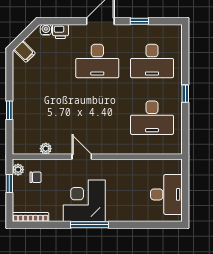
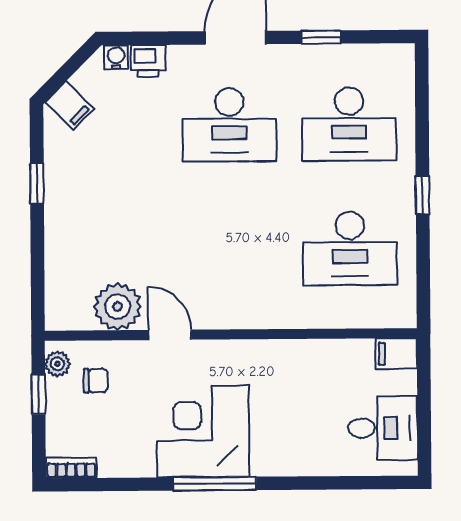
window: (9, 110) -> (37, 184), moved
plant: (46, 149) -> (118, 307), width x1.87, depth x1.87
door: (82, 157) -> (170, 335), moved
filing cabinet: (173, 166) -> (396, 354), added
desk: (166, 194) -> (383, 428), width x0.73
bookcase: (31, 217) -> (71, 468), width x0.64

